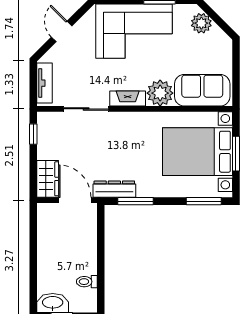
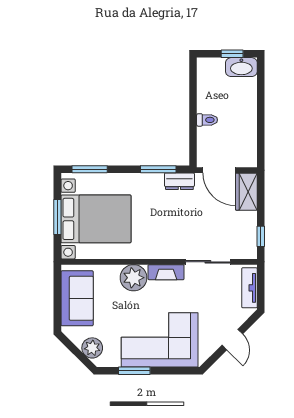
sofa: (202, 90) -> (77, 298), moved, turned -90
dresser: (114, 189) -> (179, 181), width x0.70
toilet: (87, 282) -> (207, 120), moved

